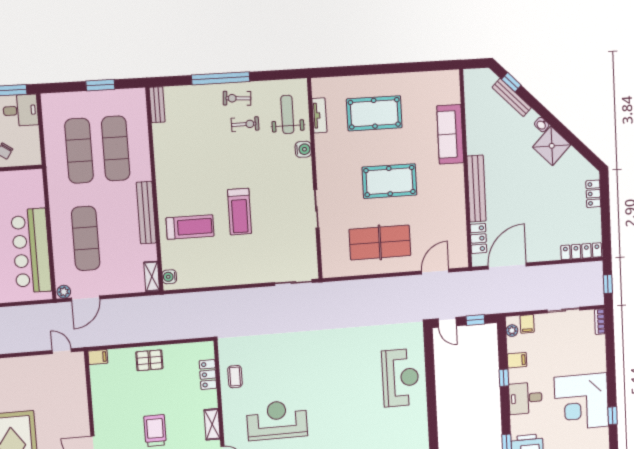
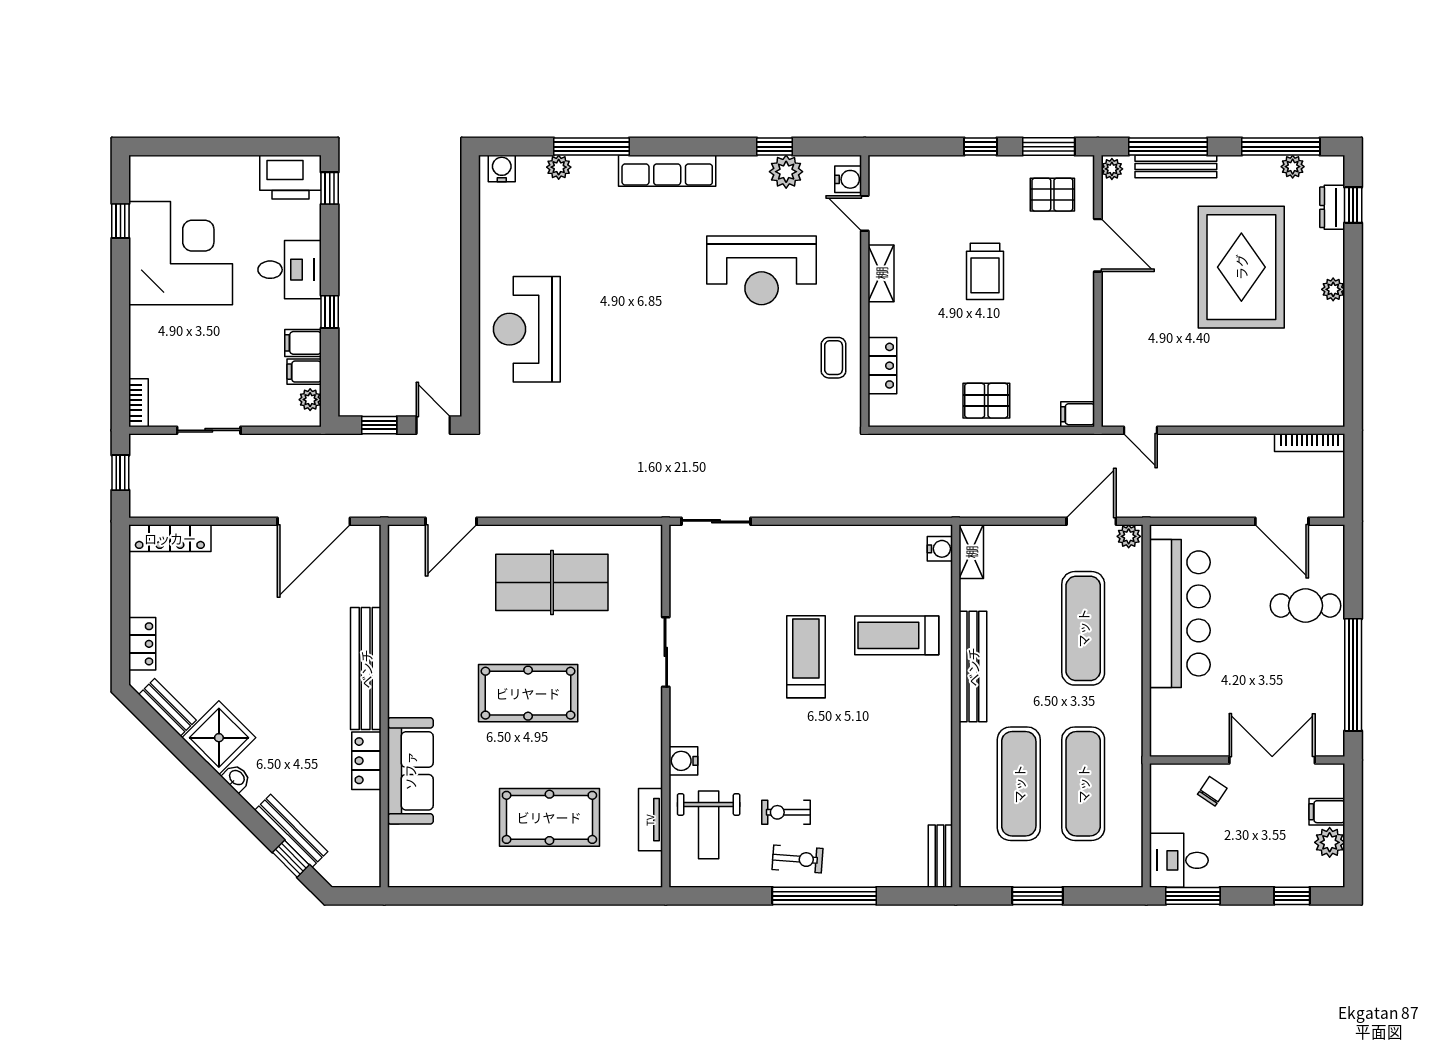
bench: (579, 161) -> (167, 707), added
locker: (478, 238) -> (366, 761), moved
filing cabinet: (527, 324) -> (304, 372), moved, turned -90

